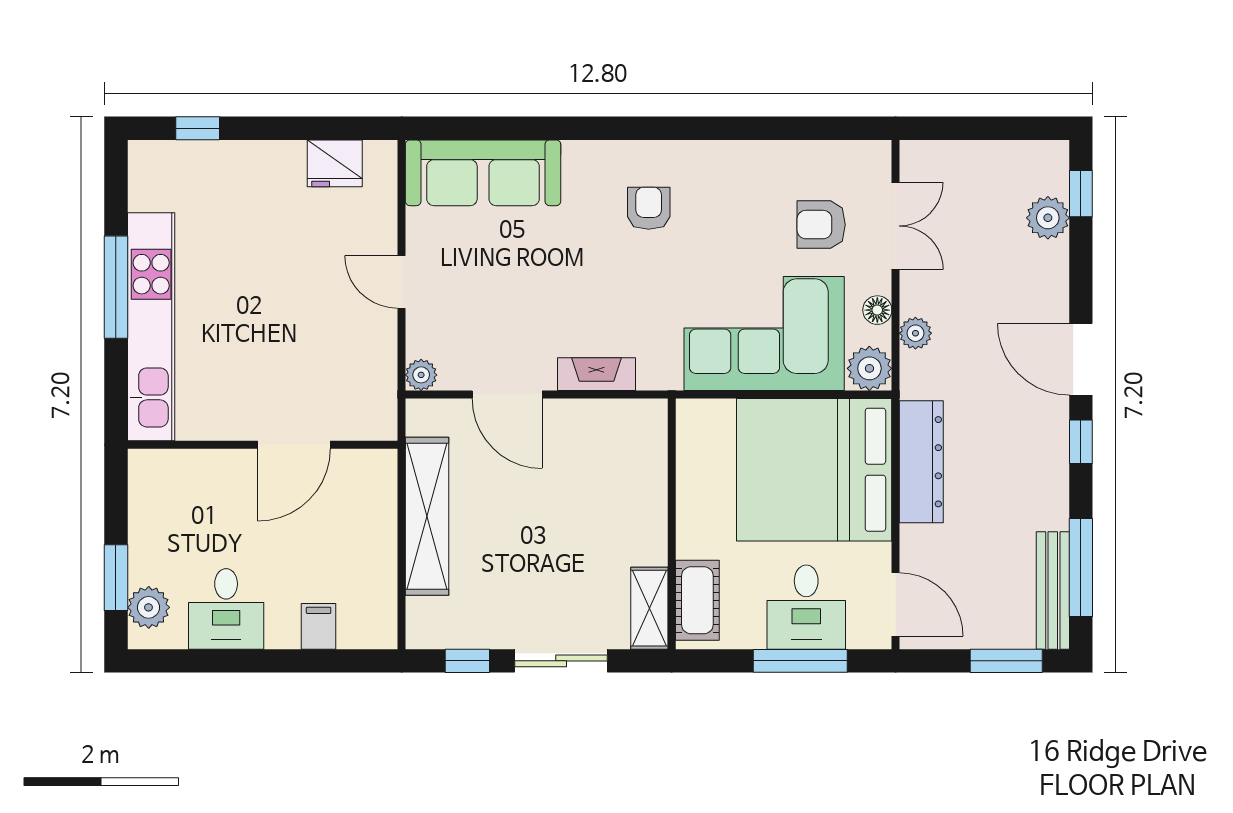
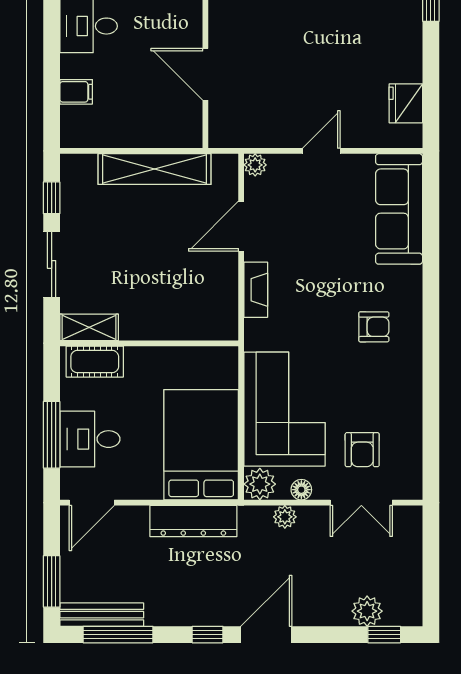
armchair: (821, 225) -> (362, 450), turned 180
bed: (814, 470) -> (201, 445), width x0.73

